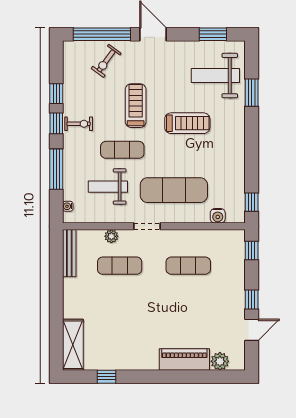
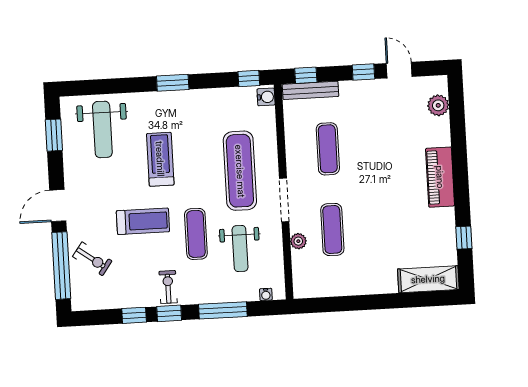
window: (252, 93) -> (173, 83), moved
treadmill: (136, 106) -> (143, 221), turned 180
water cooler: (218, 216) -> (266, 97), moved
doorway: (147, 226) -> (284, 200), width x1.38
bench: (69, 253) -> (311, 90), moved
piano: (184, 359) -> (440, 177), moved

